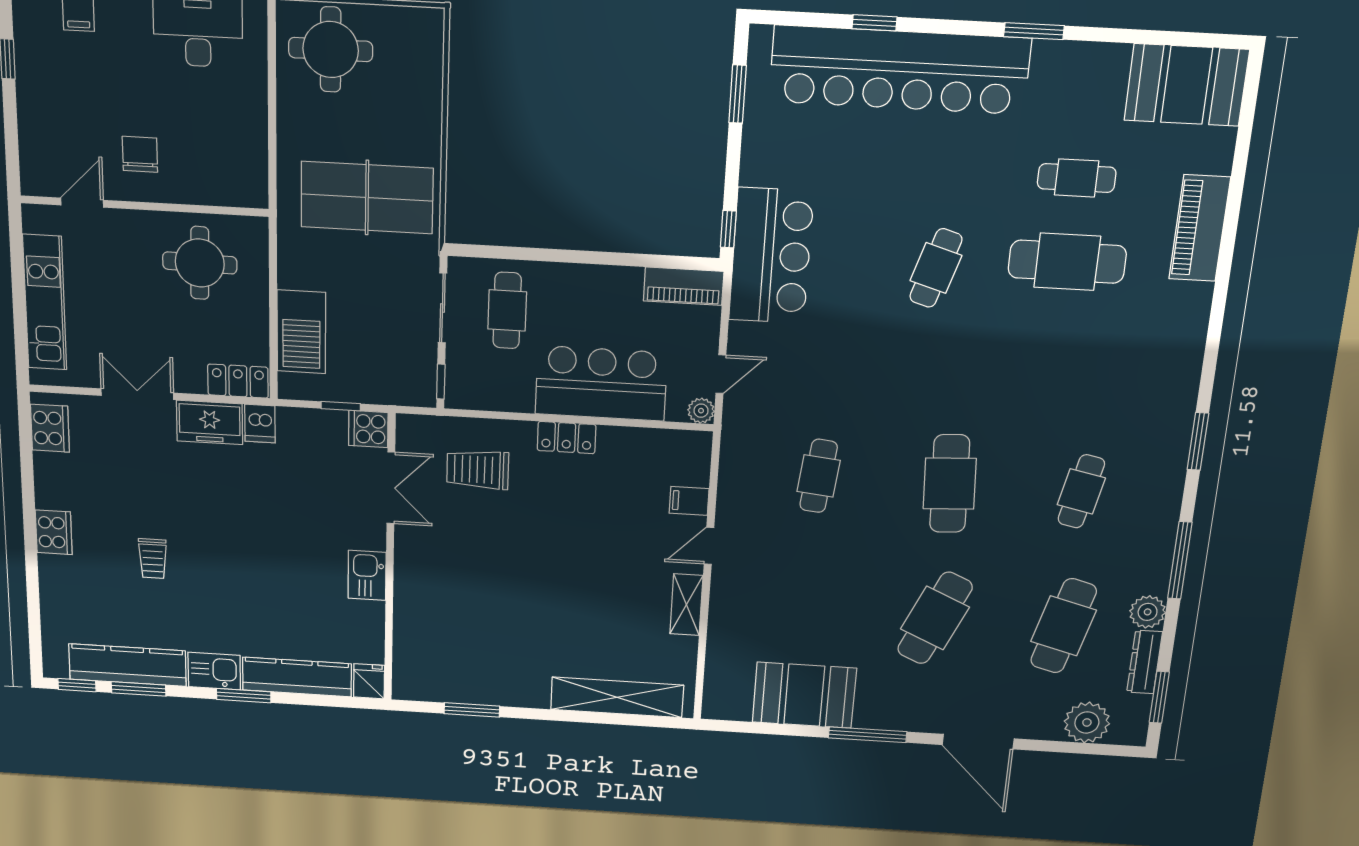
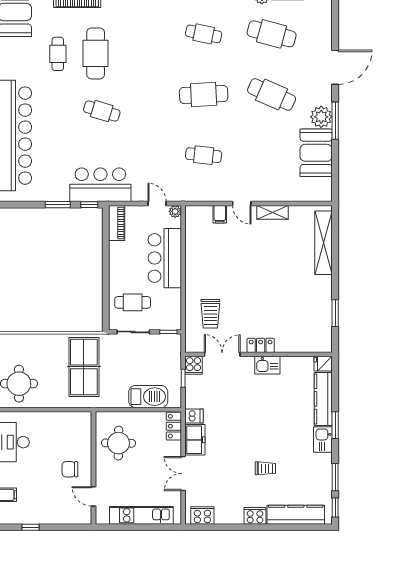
window: (738, 94) -> (58, 205), moved
locker: (567, 438) -> (261, 345), moved, turned -90
kitchen counter: (128, 665) -> (296, 515), moved, turned 90
plant: (1087, 722) -> (321, 117), moved

